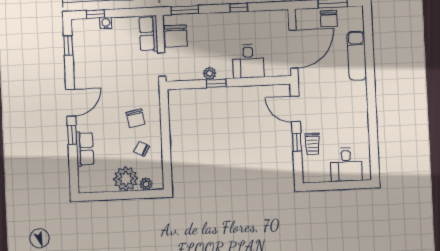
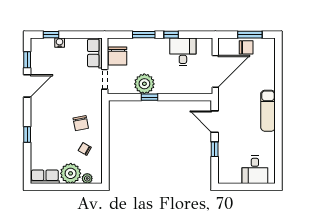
window: (185, 10) -> (144, 35), moved
chair: (329, 19) -> (246, 47), turned -90
exam couch: (357, 56) -> (268, 111), moved
desk: (248, 61) -> (183, 52), moved, turned 180
plant: (210, 73) -> (144, 84), width x1.88, depth x1.88
door: (71, 103) -> (27, 86), moved
trolley: (312, 144) -> (228, 151), removed
row of seats: (85, 149) -> (45, 177), moved, turned -90

